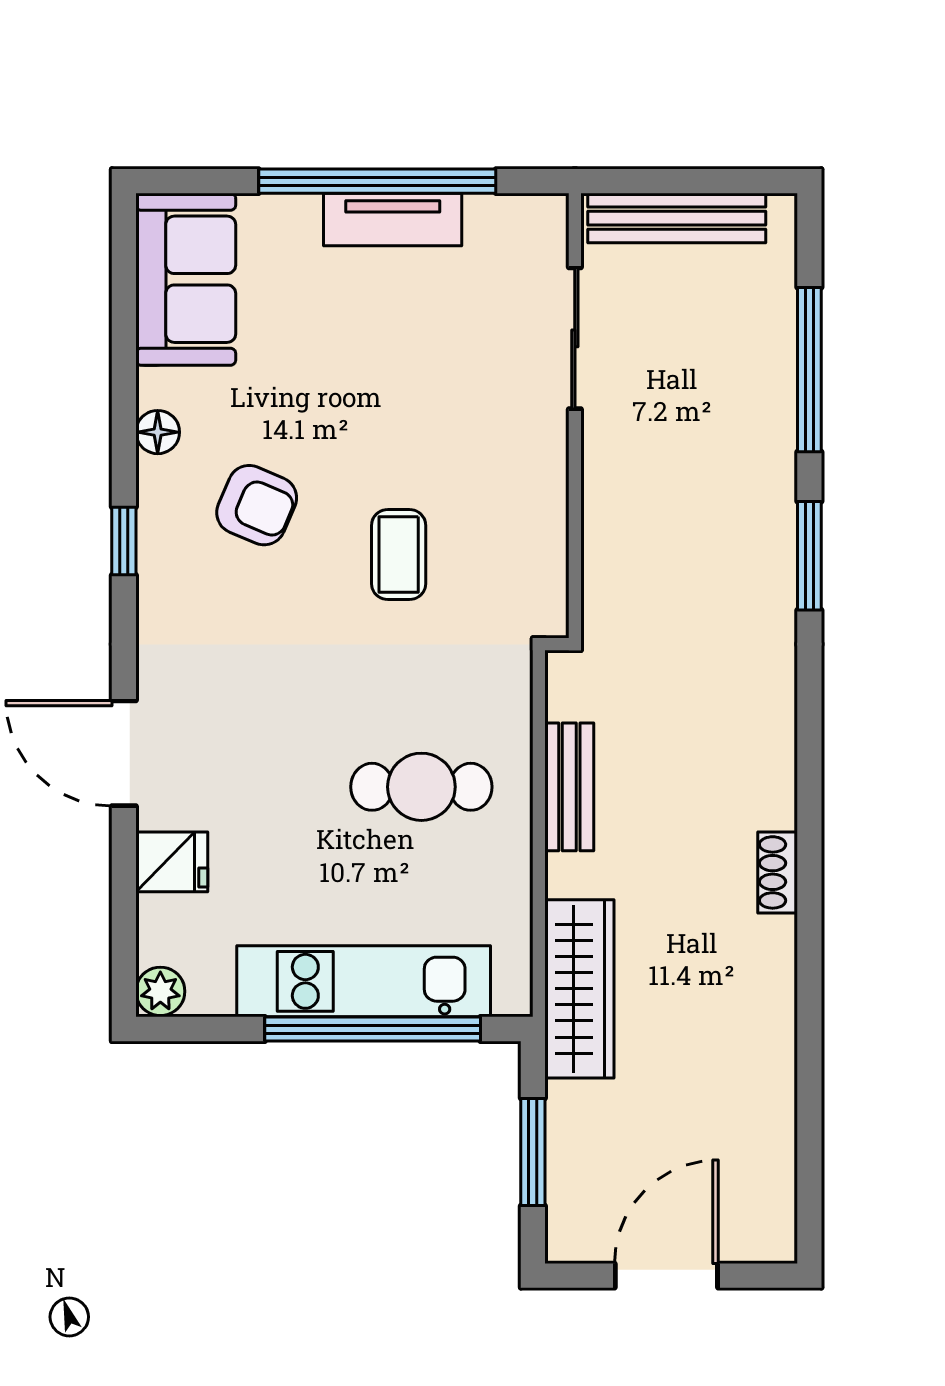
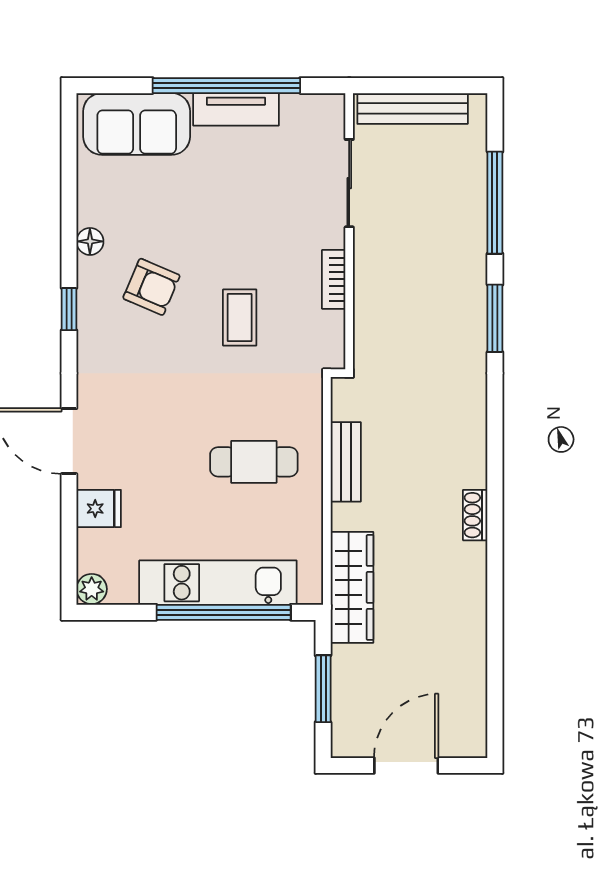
sofa: (186, 279) -> (137, 124), moved, turned 90
bookcase: (550, 493) -> (334, 279), added

